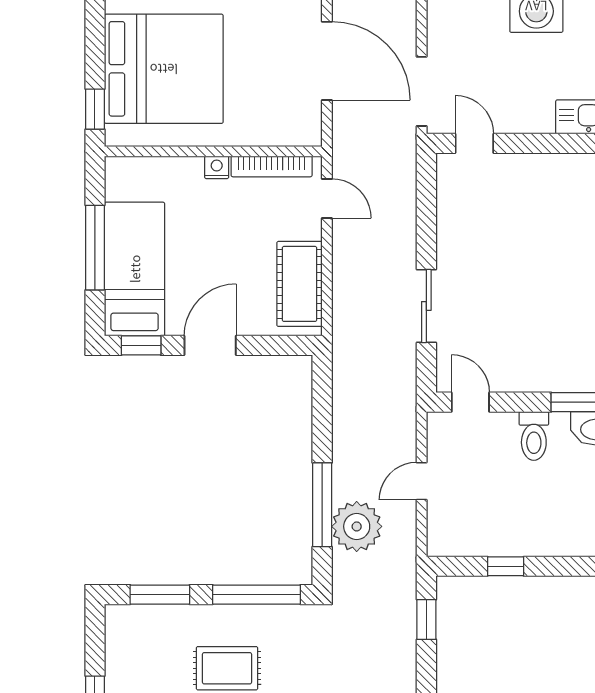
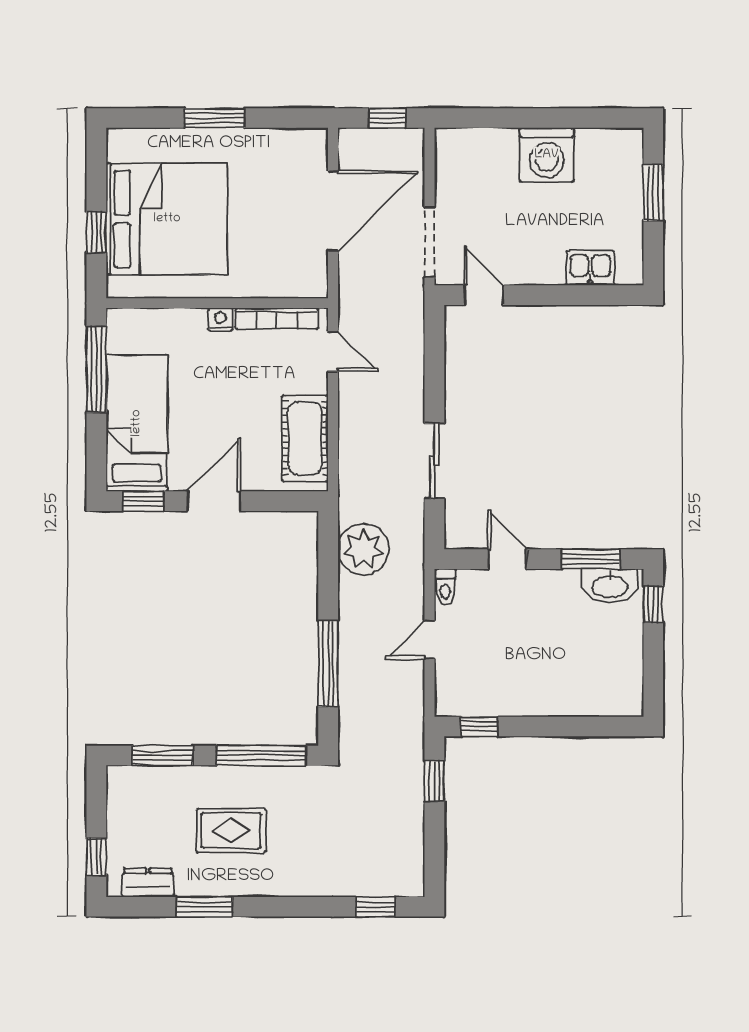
door: (327, 61) -> (333, 211), hinge flipped
window: (95, 109) -> (96, 232), moved
window: (95, 248) -> (96, 369), moved
door: (470, 402) -> (507, 559), moved
toilet: (534, 436) -> (445, 587), moved, width x0.73, depth x0.72
plant: (357, 526) -> (363, 549), moved
window: (506, 566) -> (479, 726), moved

